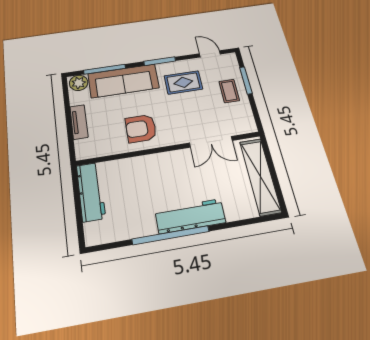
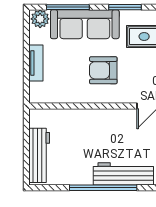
armchair: (141, 128) -> (103, 70), moved
workbench: (91, 192) -> (39, 155), moved

